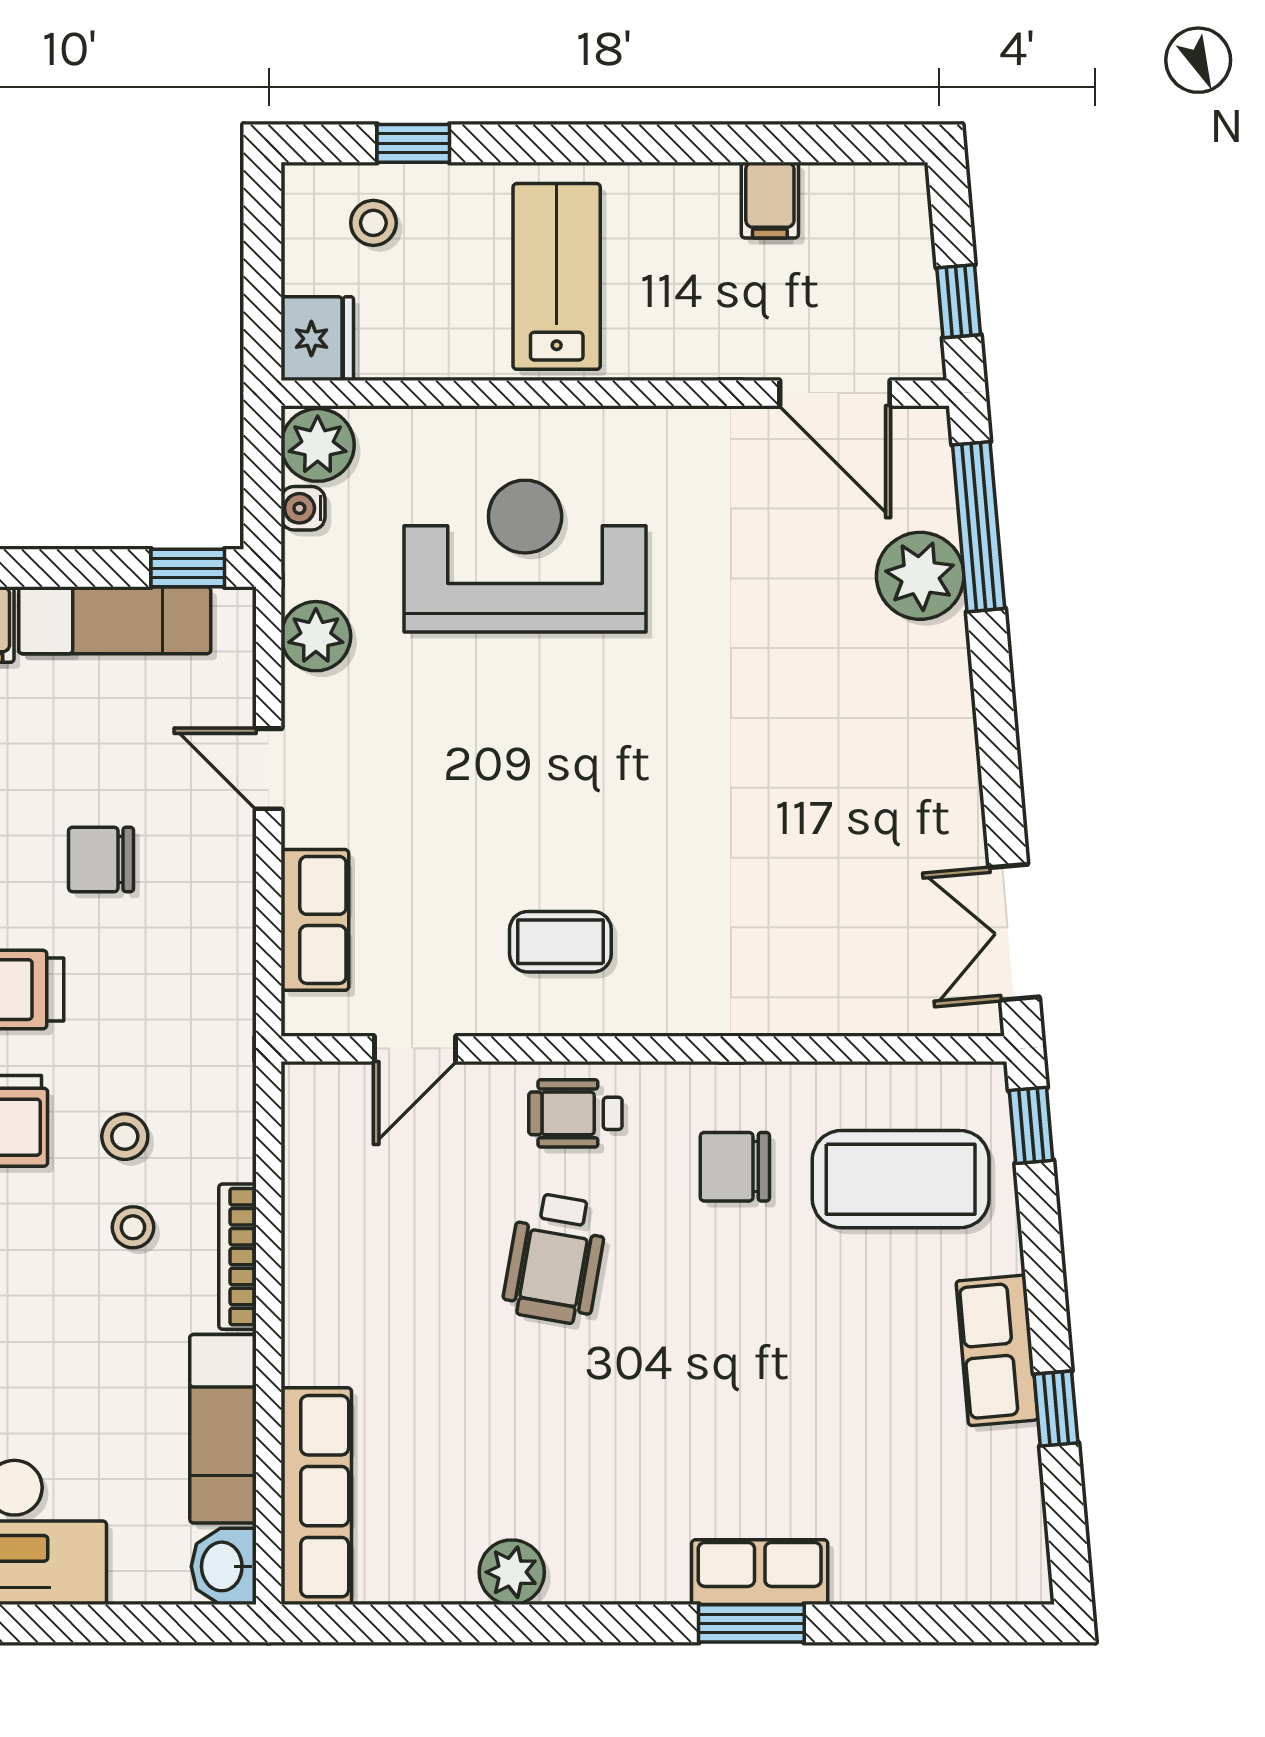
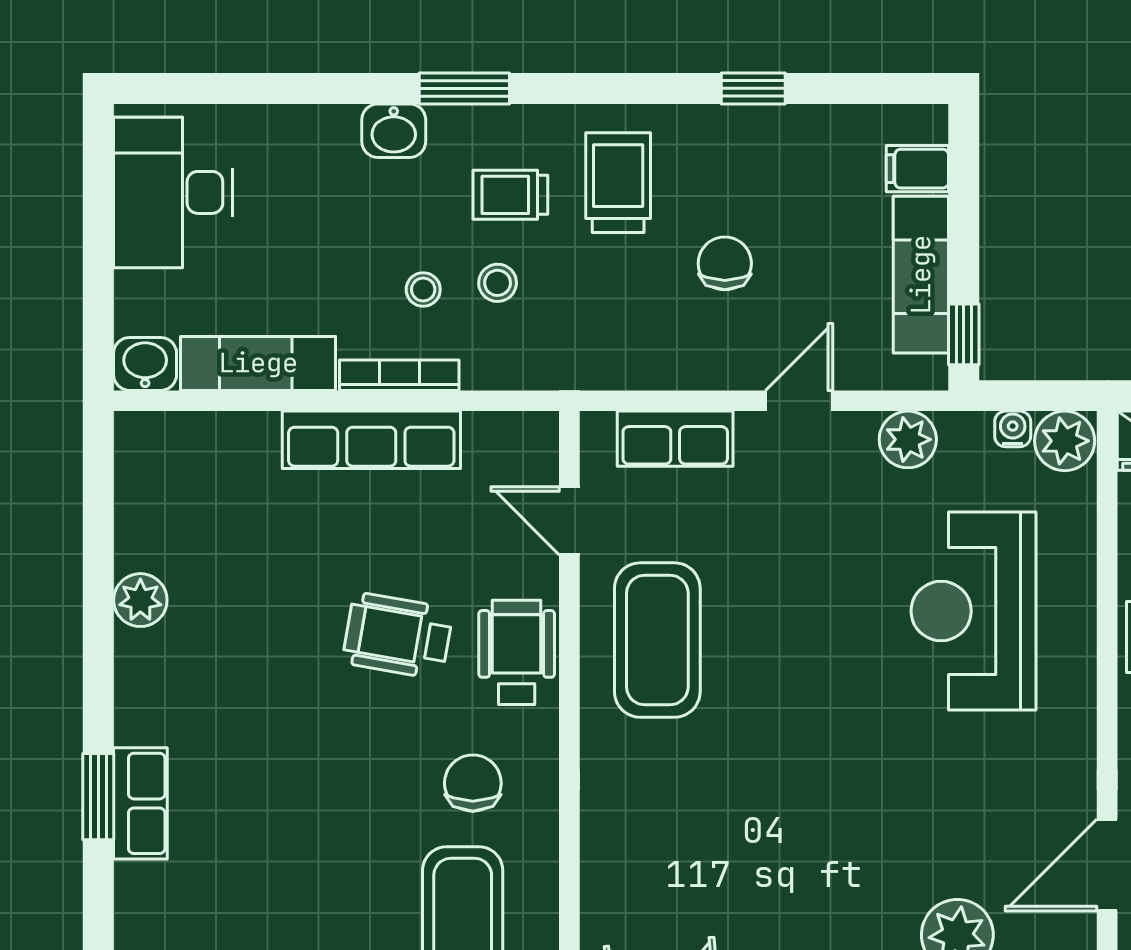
reception desk: (525, 556) -> (974, 611), turned 180
coffee table: (560, 942) -> (657, 640), width x1.86, depth x1.72
wheelchair: (575, 1113) -> (517, 652), width x1.36, depth x1.37
row of seats: (316, 1496) -> (371, 440), moved

